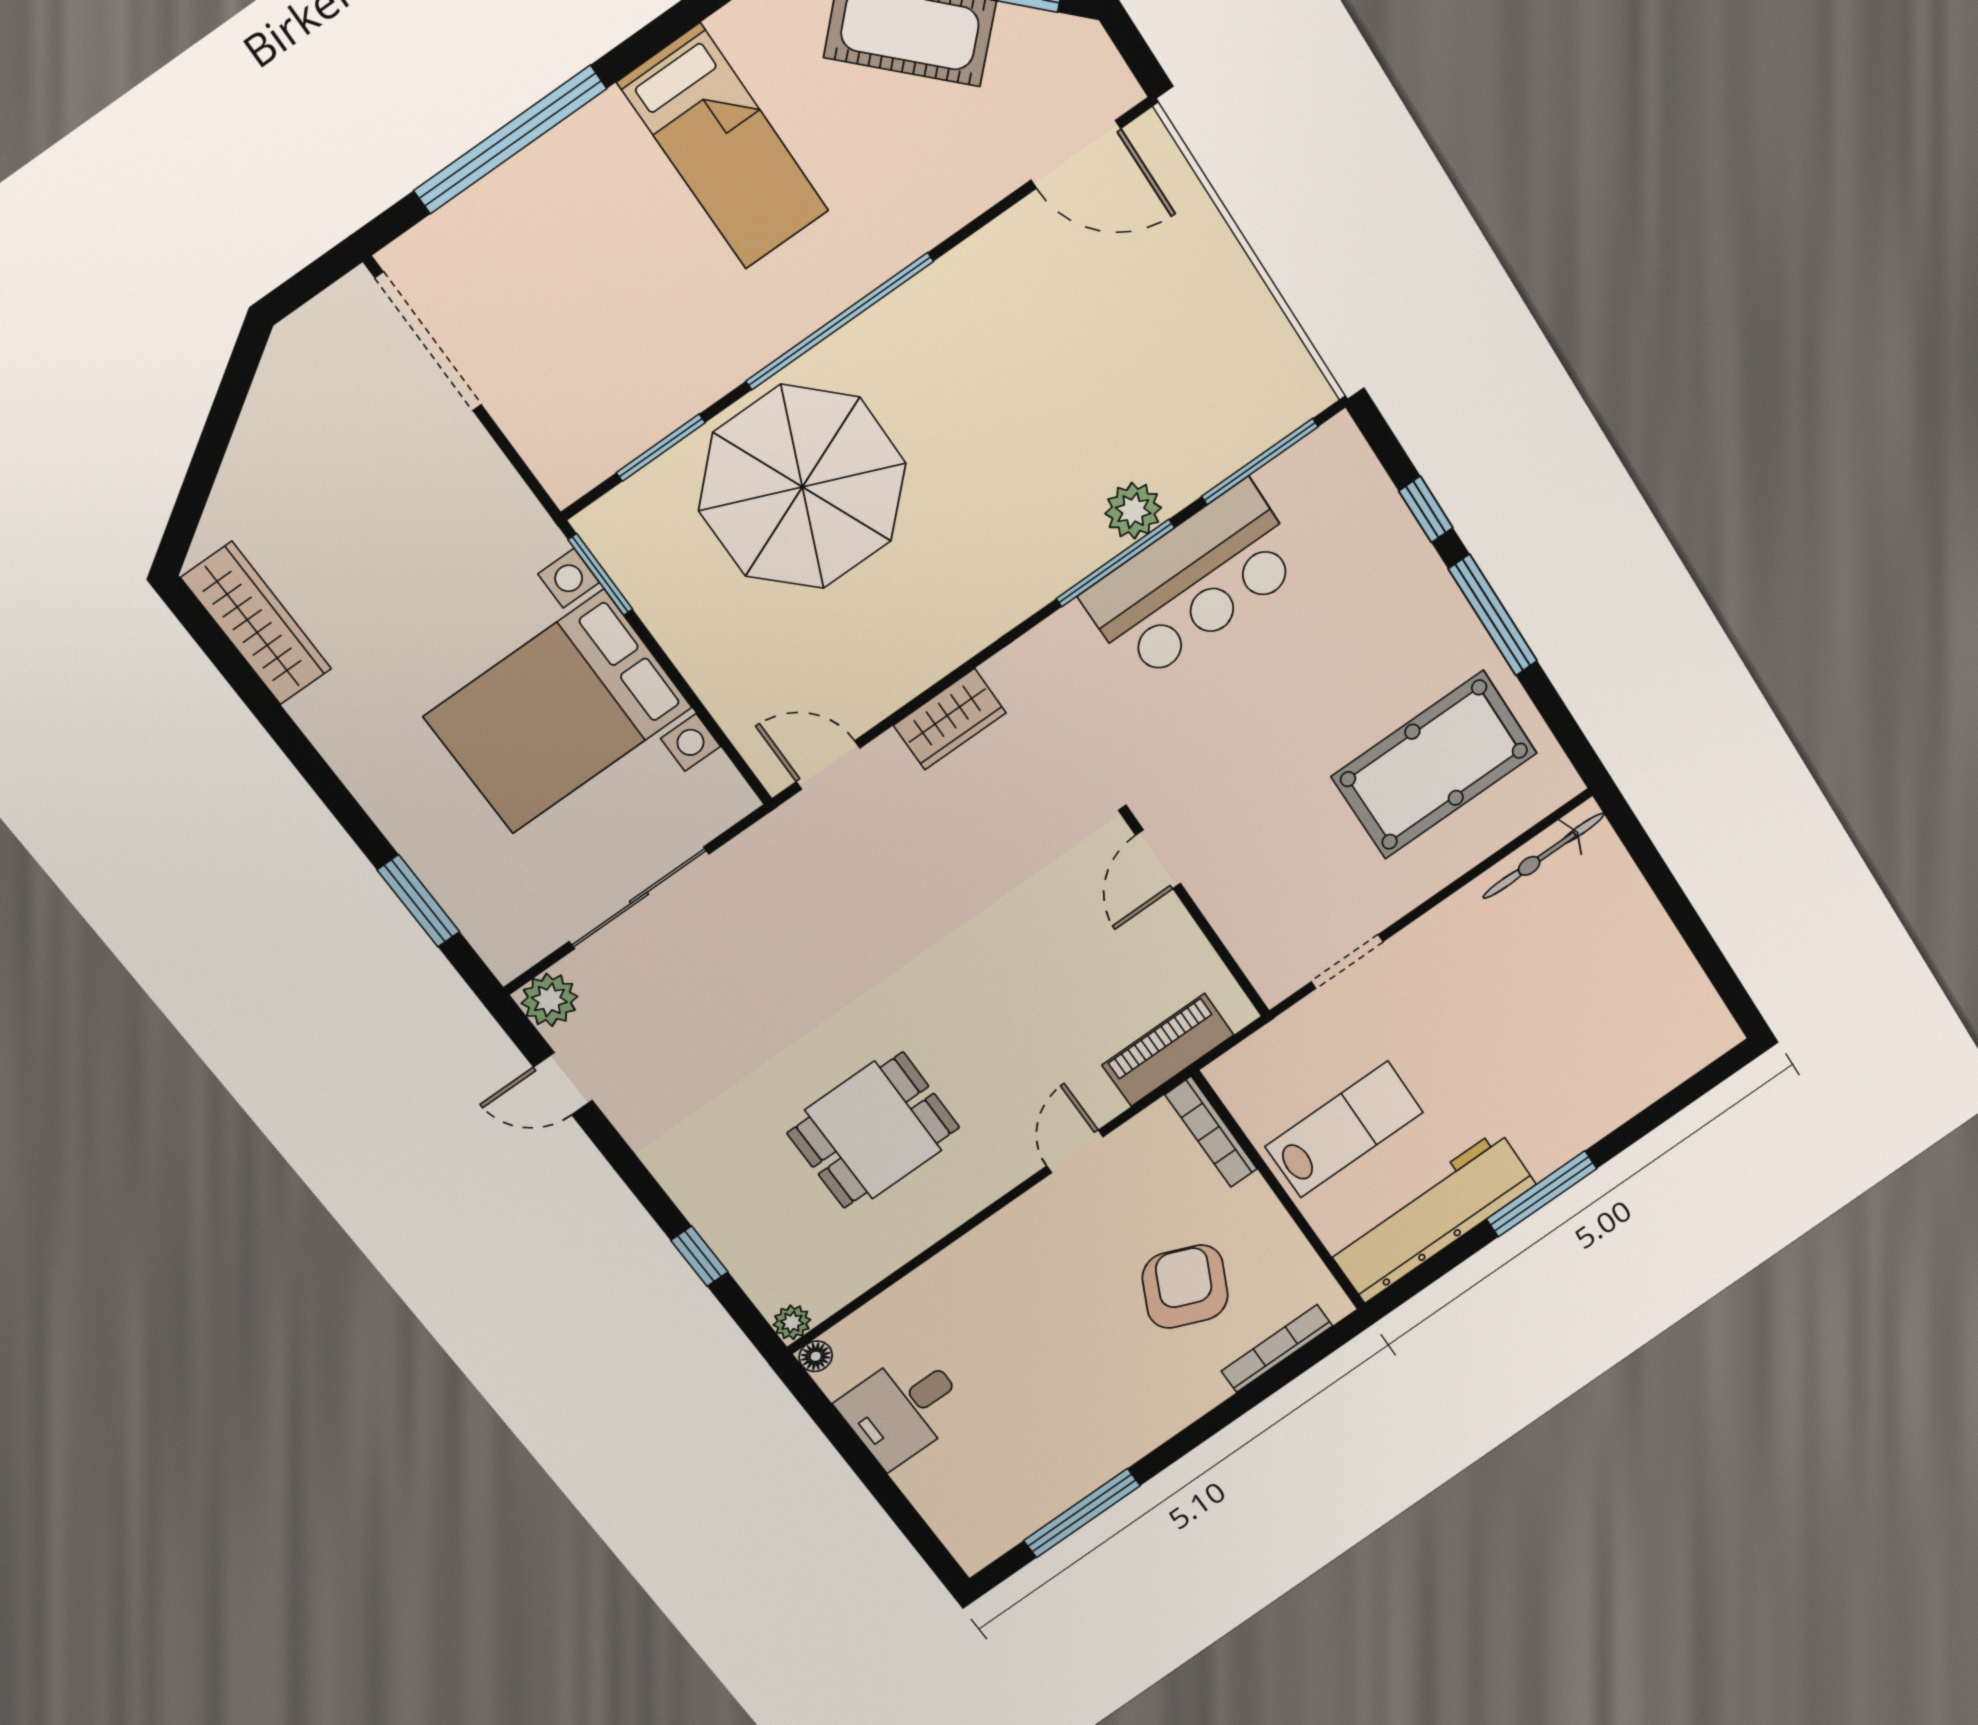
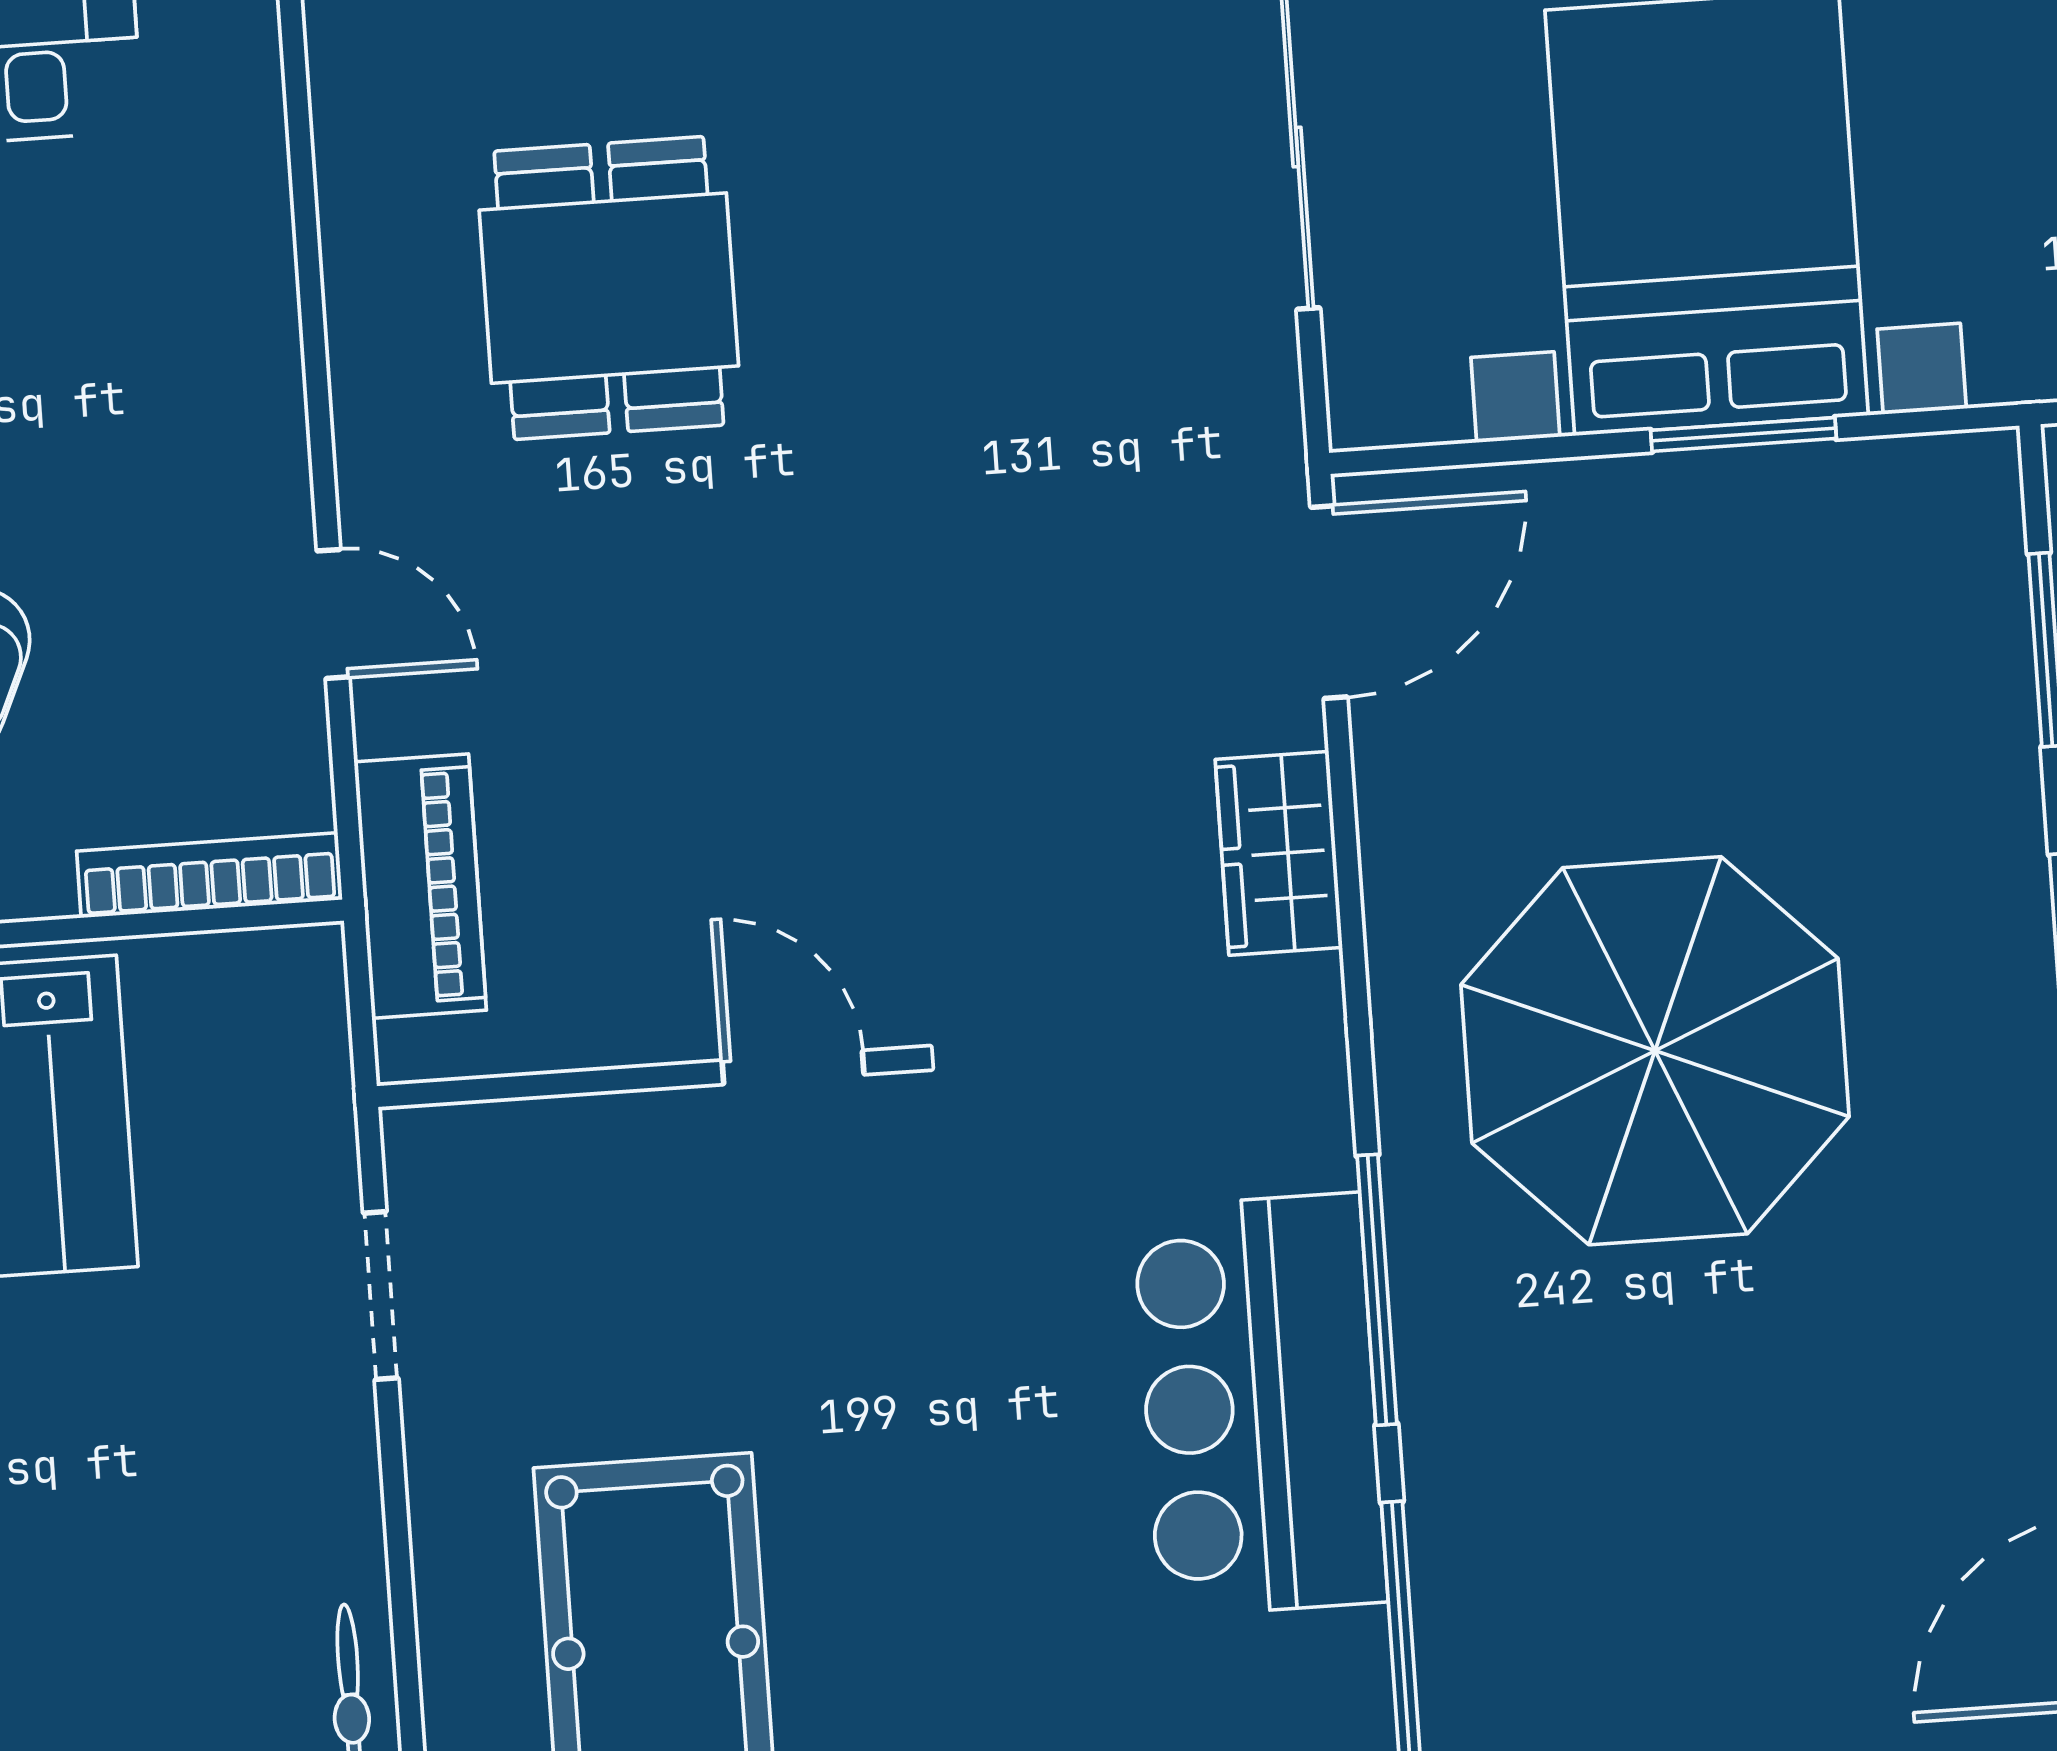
parasol: (802, 487) -> (1655, 1051), moved
plant: (1133, 511) -> (1450, 1371), removed
window: (600, 575) -> (1743, 434), moved
door: (828, 765) -> (1329, 602), width x1.38

